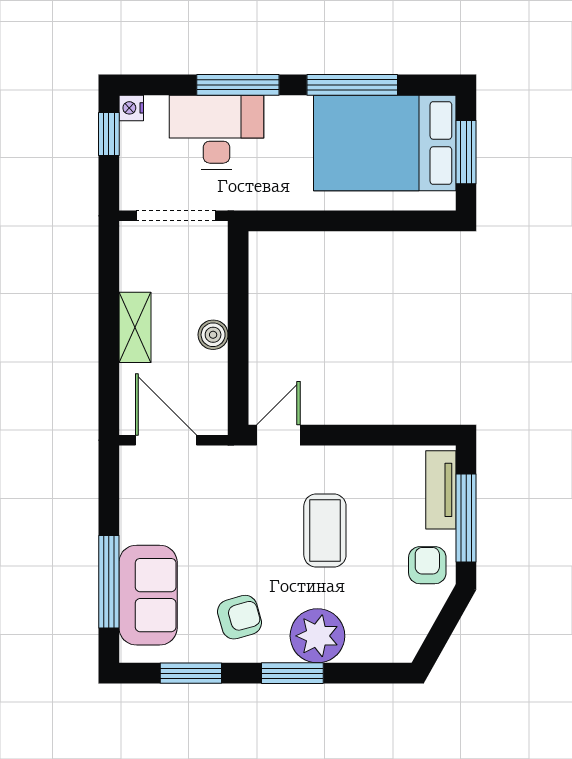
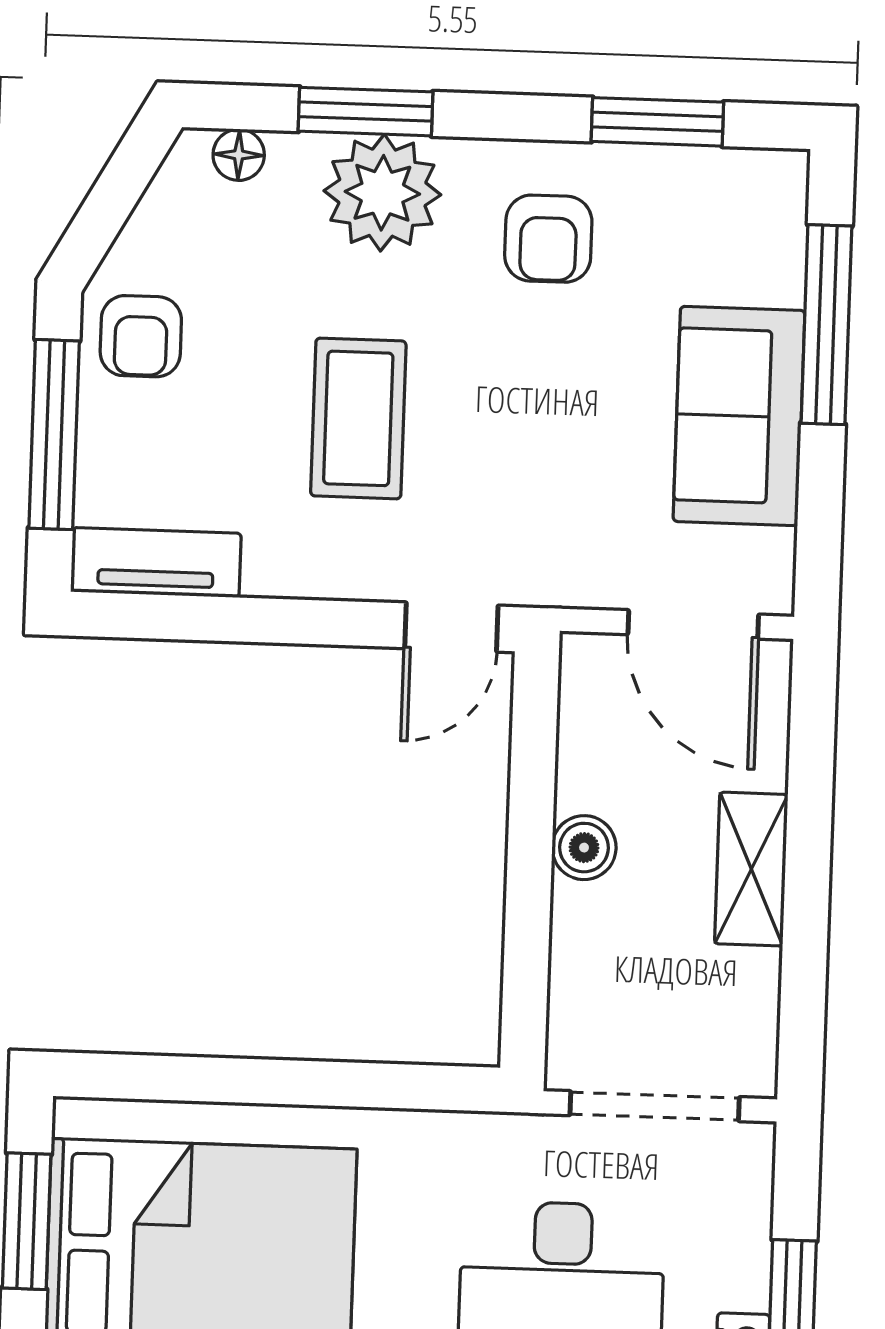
tv unit: (441, 490) -> (156, 562), moved, turned -90
sofa: (148, 595) -> (739, 416), moved
armchair: (240, 617) -> (548, 239), turned -74
floor lamp: (385, 651) -> (239, 155), added
window: (292, 673) -> (366, 112), moved

